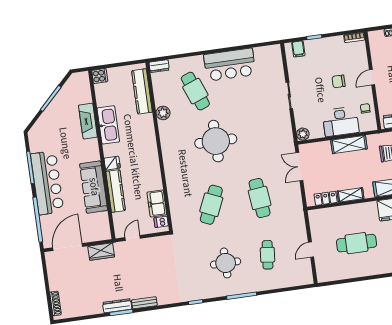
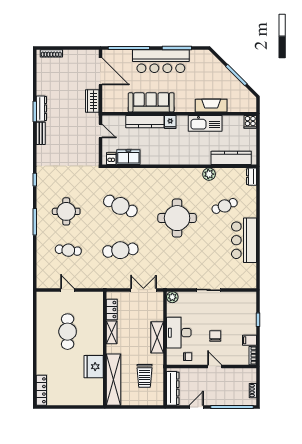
filing cabinet: (298, 49) -> (249, 340), moved
cafe table: (195, 91) -> (225, 206), width x0.73, depth x0.74

